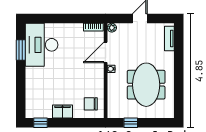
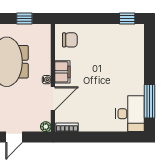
desk: (42, 45) -> (130, 114), width x0.73, depth x0.77
window: (21, 50) -> (150, 101), width x1.44
filing cabinet: (62, 111) -> (62, 72), moved, turned -90

